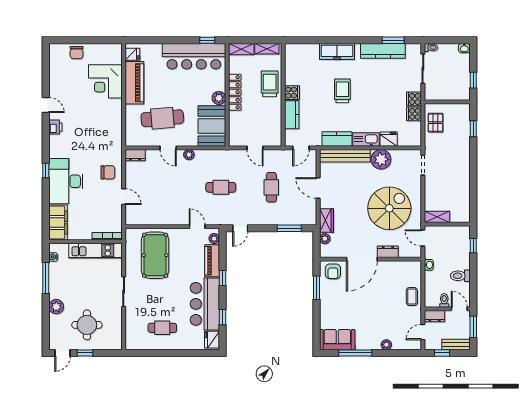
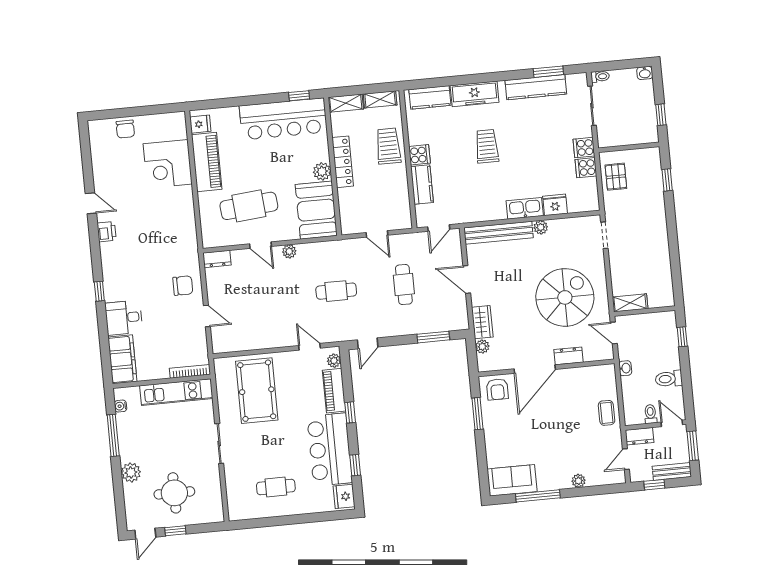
kitchen counter: (337, 139) -> (430, 97), moved, turned 180
plant: (381, 159) -> (541, 227), width x0.53, depth x0.53
desk: (66, 181) -> (124, 318), width x0.53, depth x0.77

